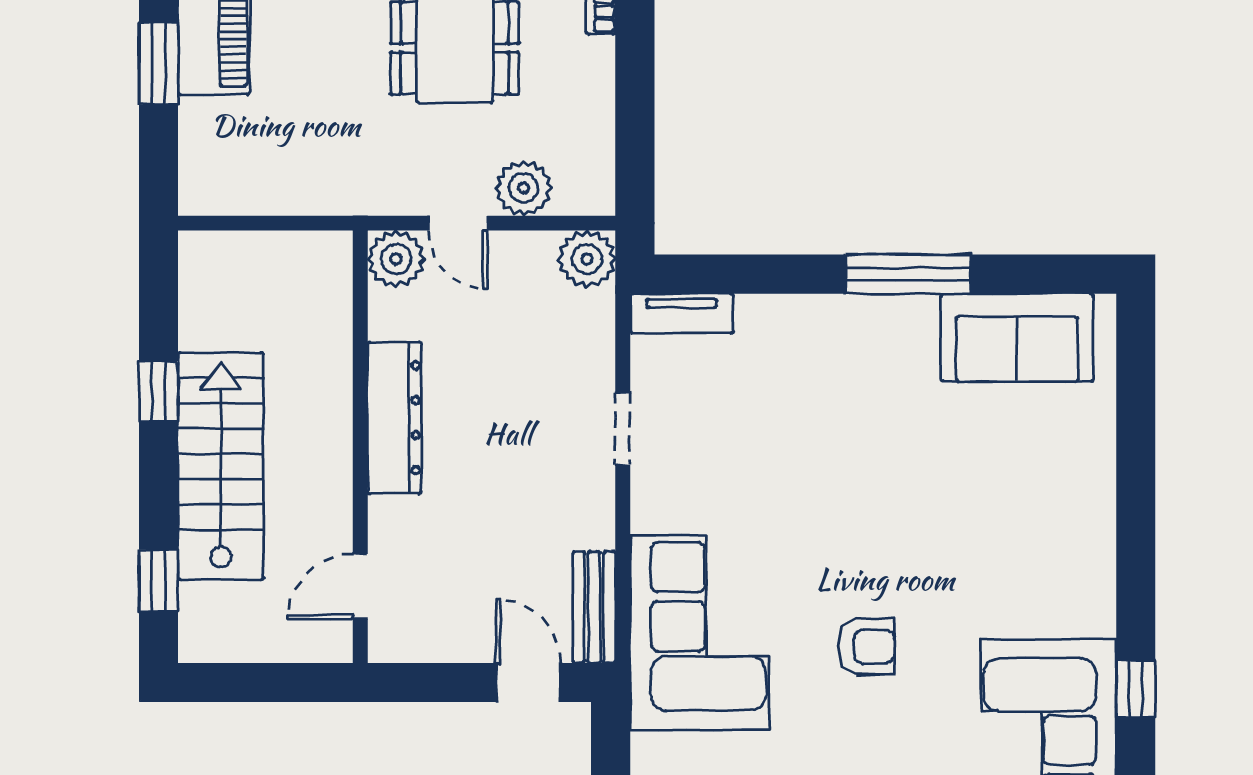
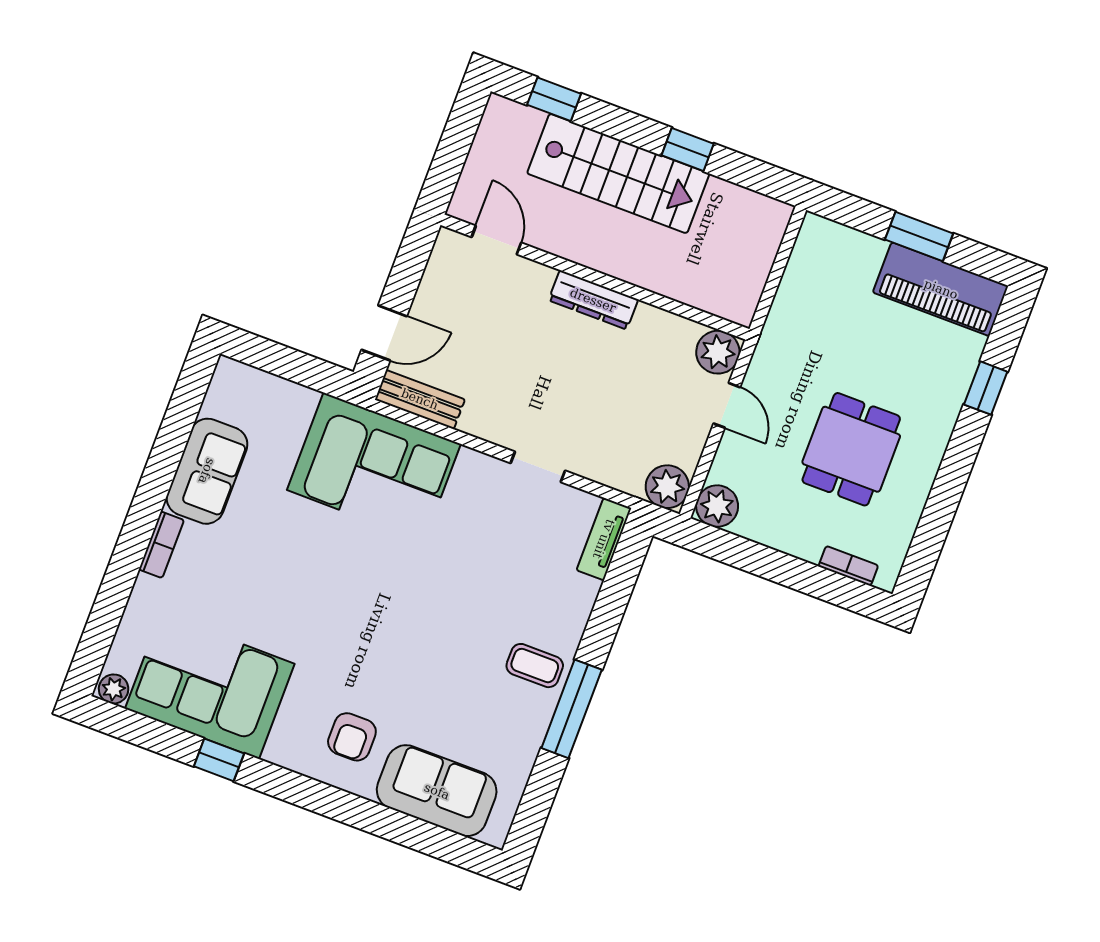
plant: (523, 188) -> (717, 506), moved
door: (458, 223) -> (727, 405), swing flipped
sofa: (1017, 338) -> (437, 791), moved, turned 90
coffee table: (871, 340) -> (535, 666), added
dresser: (395, 418) -> (593, 300), width x0.73, depth x0.80
armchair: (867, 646) -> (352, 737), moved

